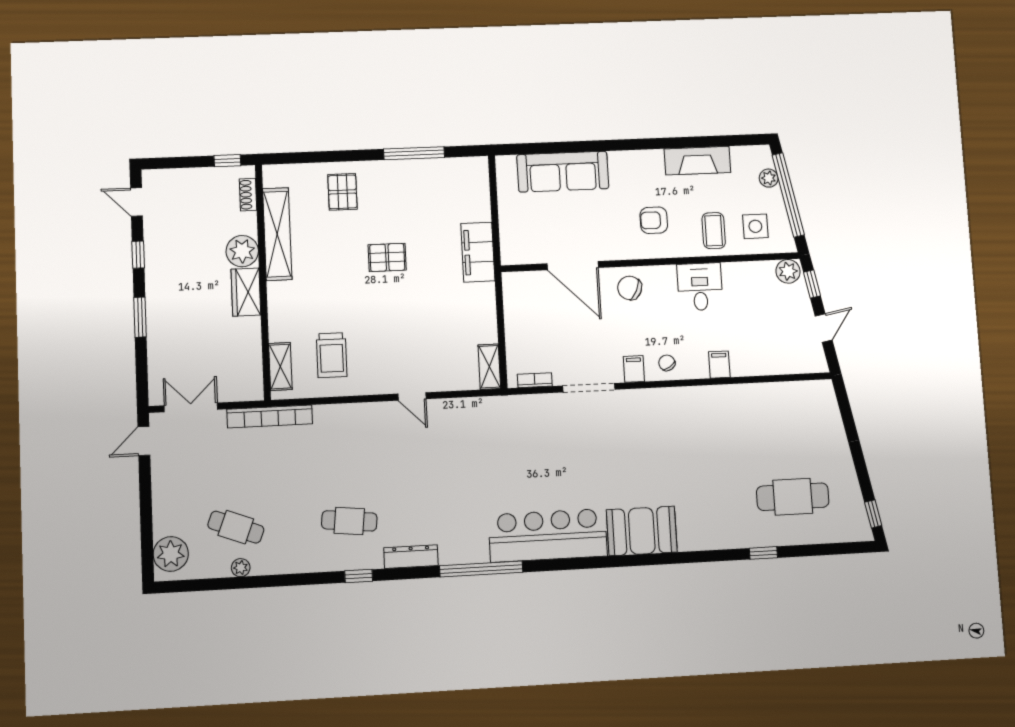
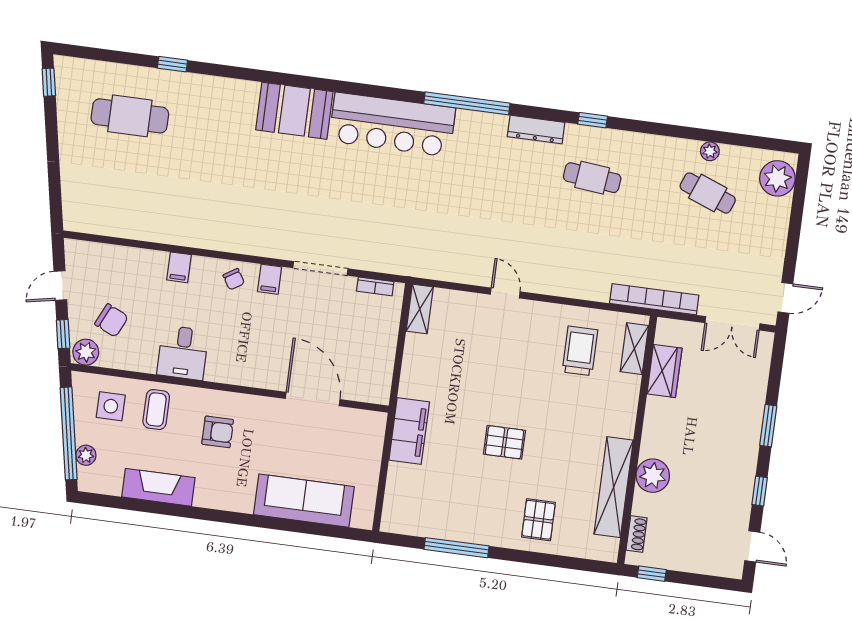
chair: (630, 288) -> (111, 320), moved
wardrobe: (246, 292) -> (664, 371), moved

